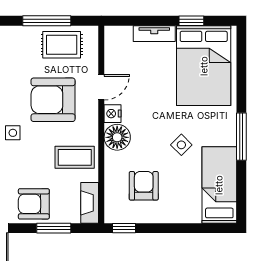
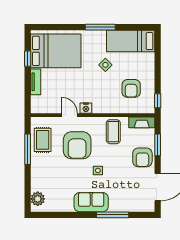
floor lamp: (117, 137) -> (101, 105), removed
armchair: (144, 186) -> (131, 88), turned -90

